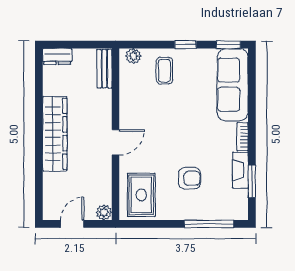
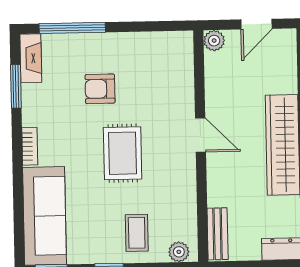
door: (115, 142) -> (201, 135), swing flipped
fireplace: (240, 170) -> (31, 58), moved
rug: (141, 195) -> (123, 153), moved

